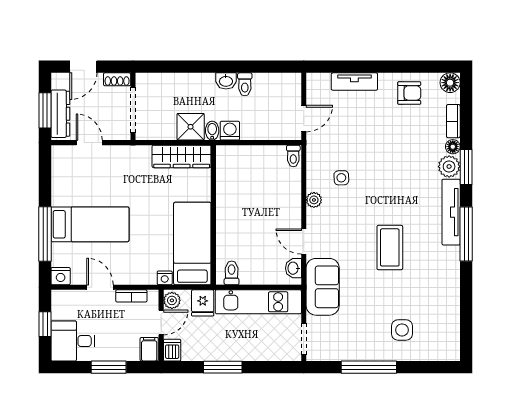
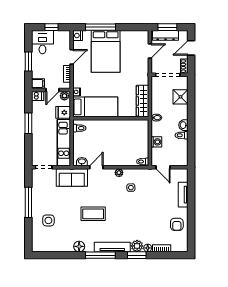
door: (83, 67) -> (191, 48), hinge flipped
floor lamp: (450, 83) -> (79, 246), moved
shower: (191, 127) -> (180, 97), moved
washing machine: (230, 131) -> (156, 142), moved
bed: (90, 224) -> (106, 51), width x1.50
door: (161, 322) -> (52, 90), hinge flipped

